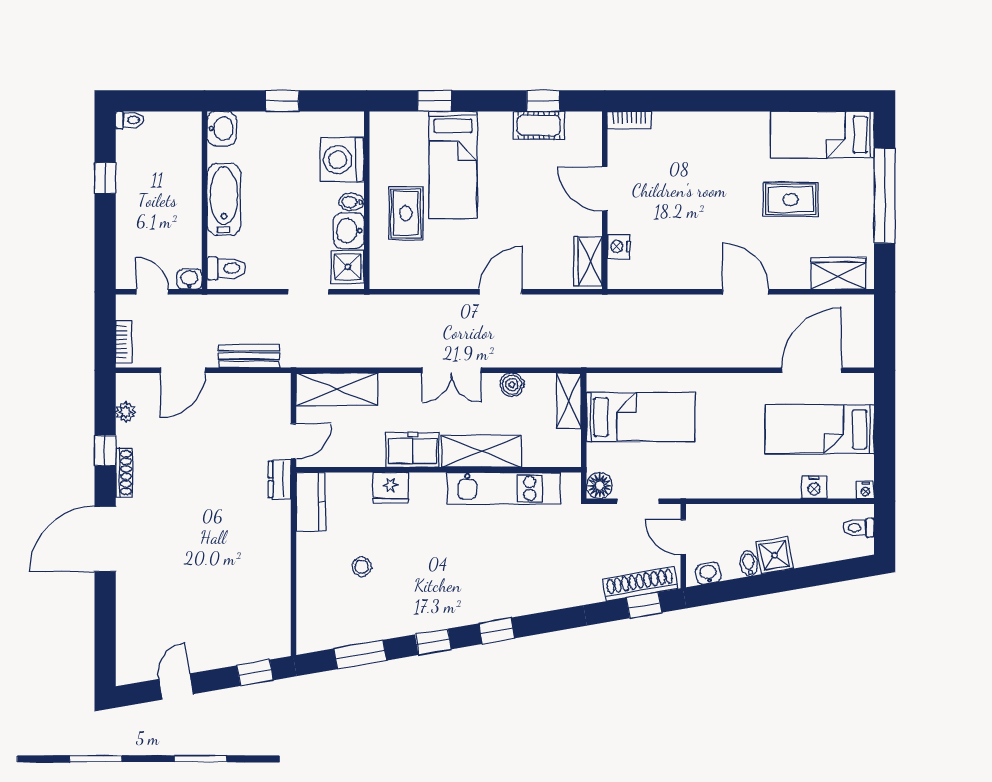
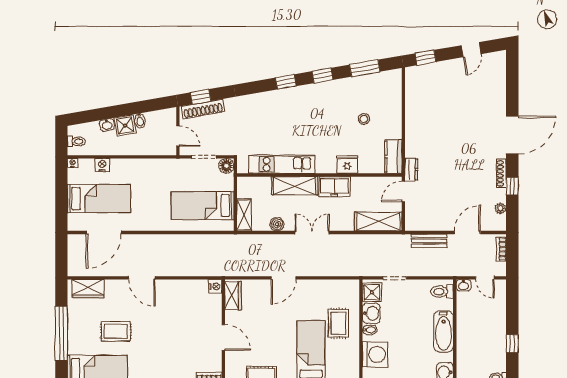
nightstand: (619, 247) -> (215, 287), moved
washbasin: (708, 573) -> (107, 125), moved

